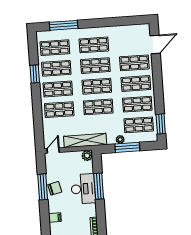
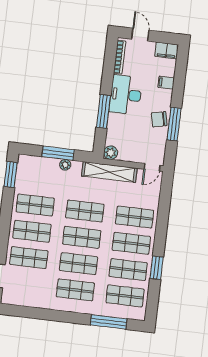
shop shelf: (139, 125) -> (38, 179), removed
desk: (83, 189) -> (126, 95), moved

